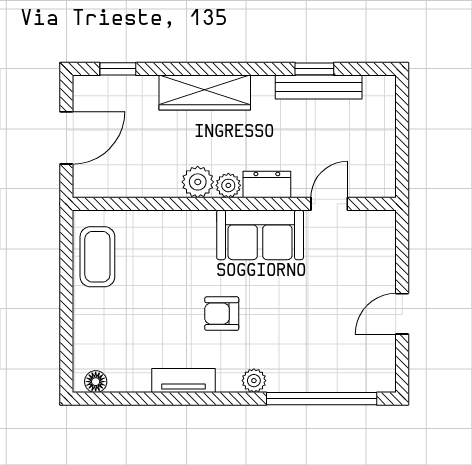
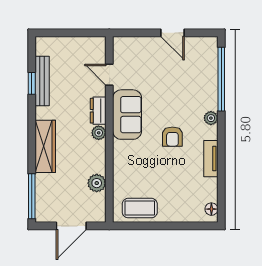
window: (118, 69) -> (32, 196), width x2.17
door: (66, 138) -> (71, 226), swing flipped
plant: (198, 182) -> (97, 183), moved

